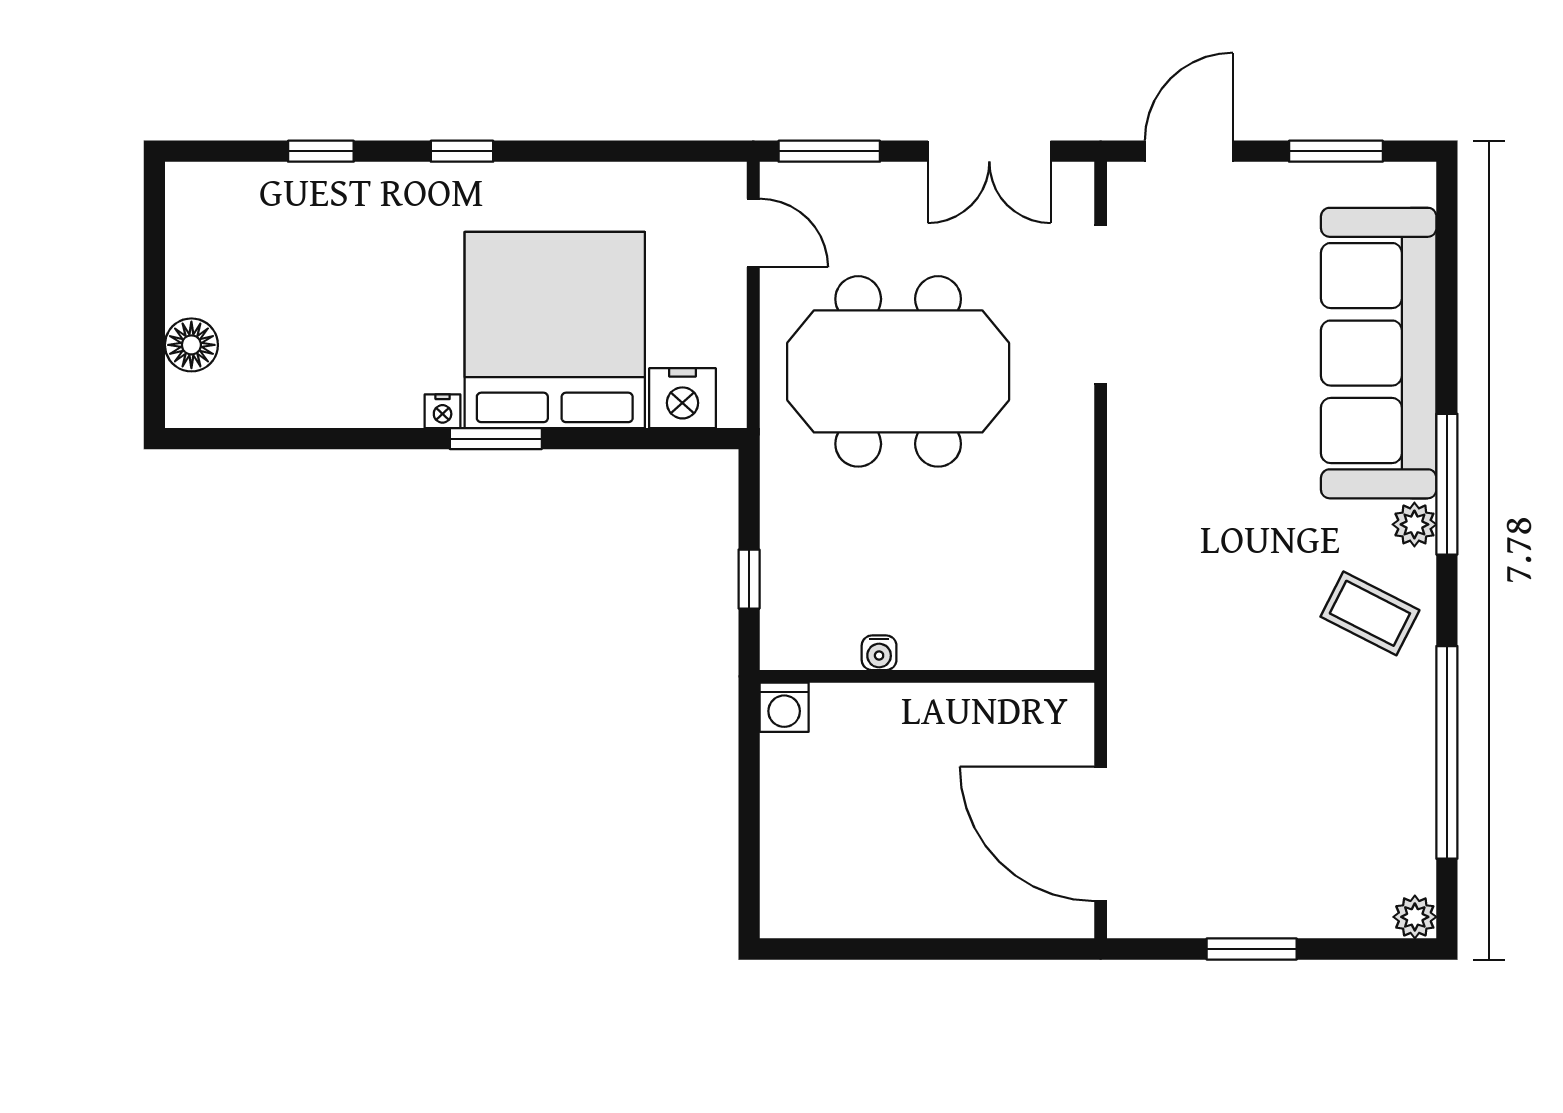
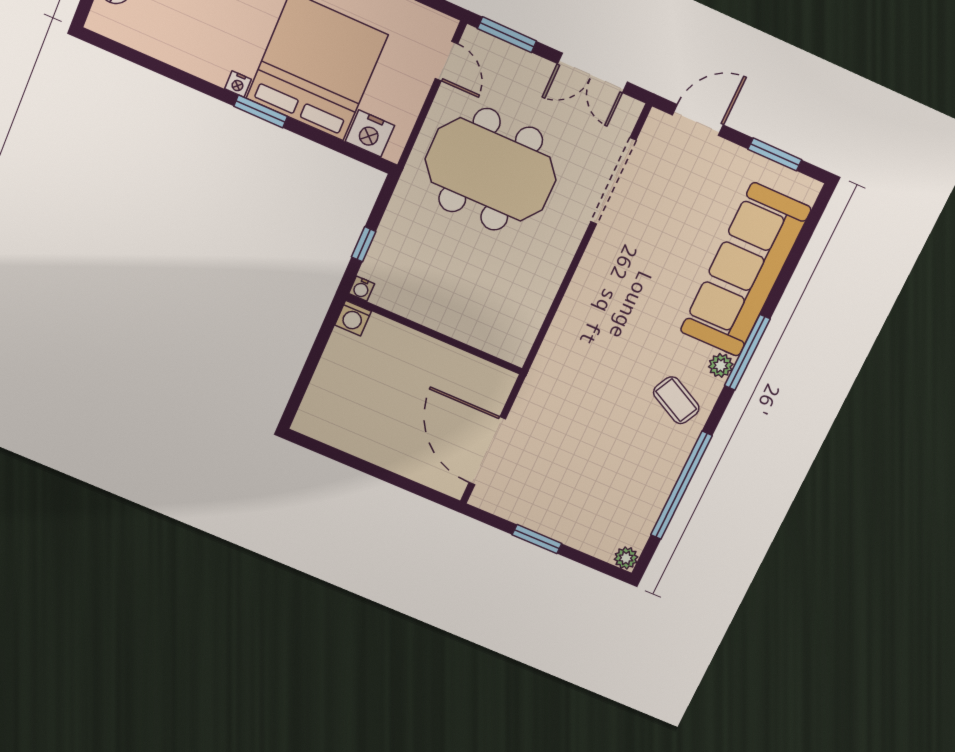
water cooler: (879, 653) -> (362, 289), moved

